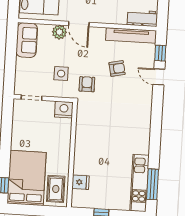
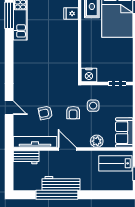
door: (79, 24) -> (67, 149), moved
window: (160, 53) -> (9, 128), removed
armchair: (87, 84) -> (73, 113), moved

